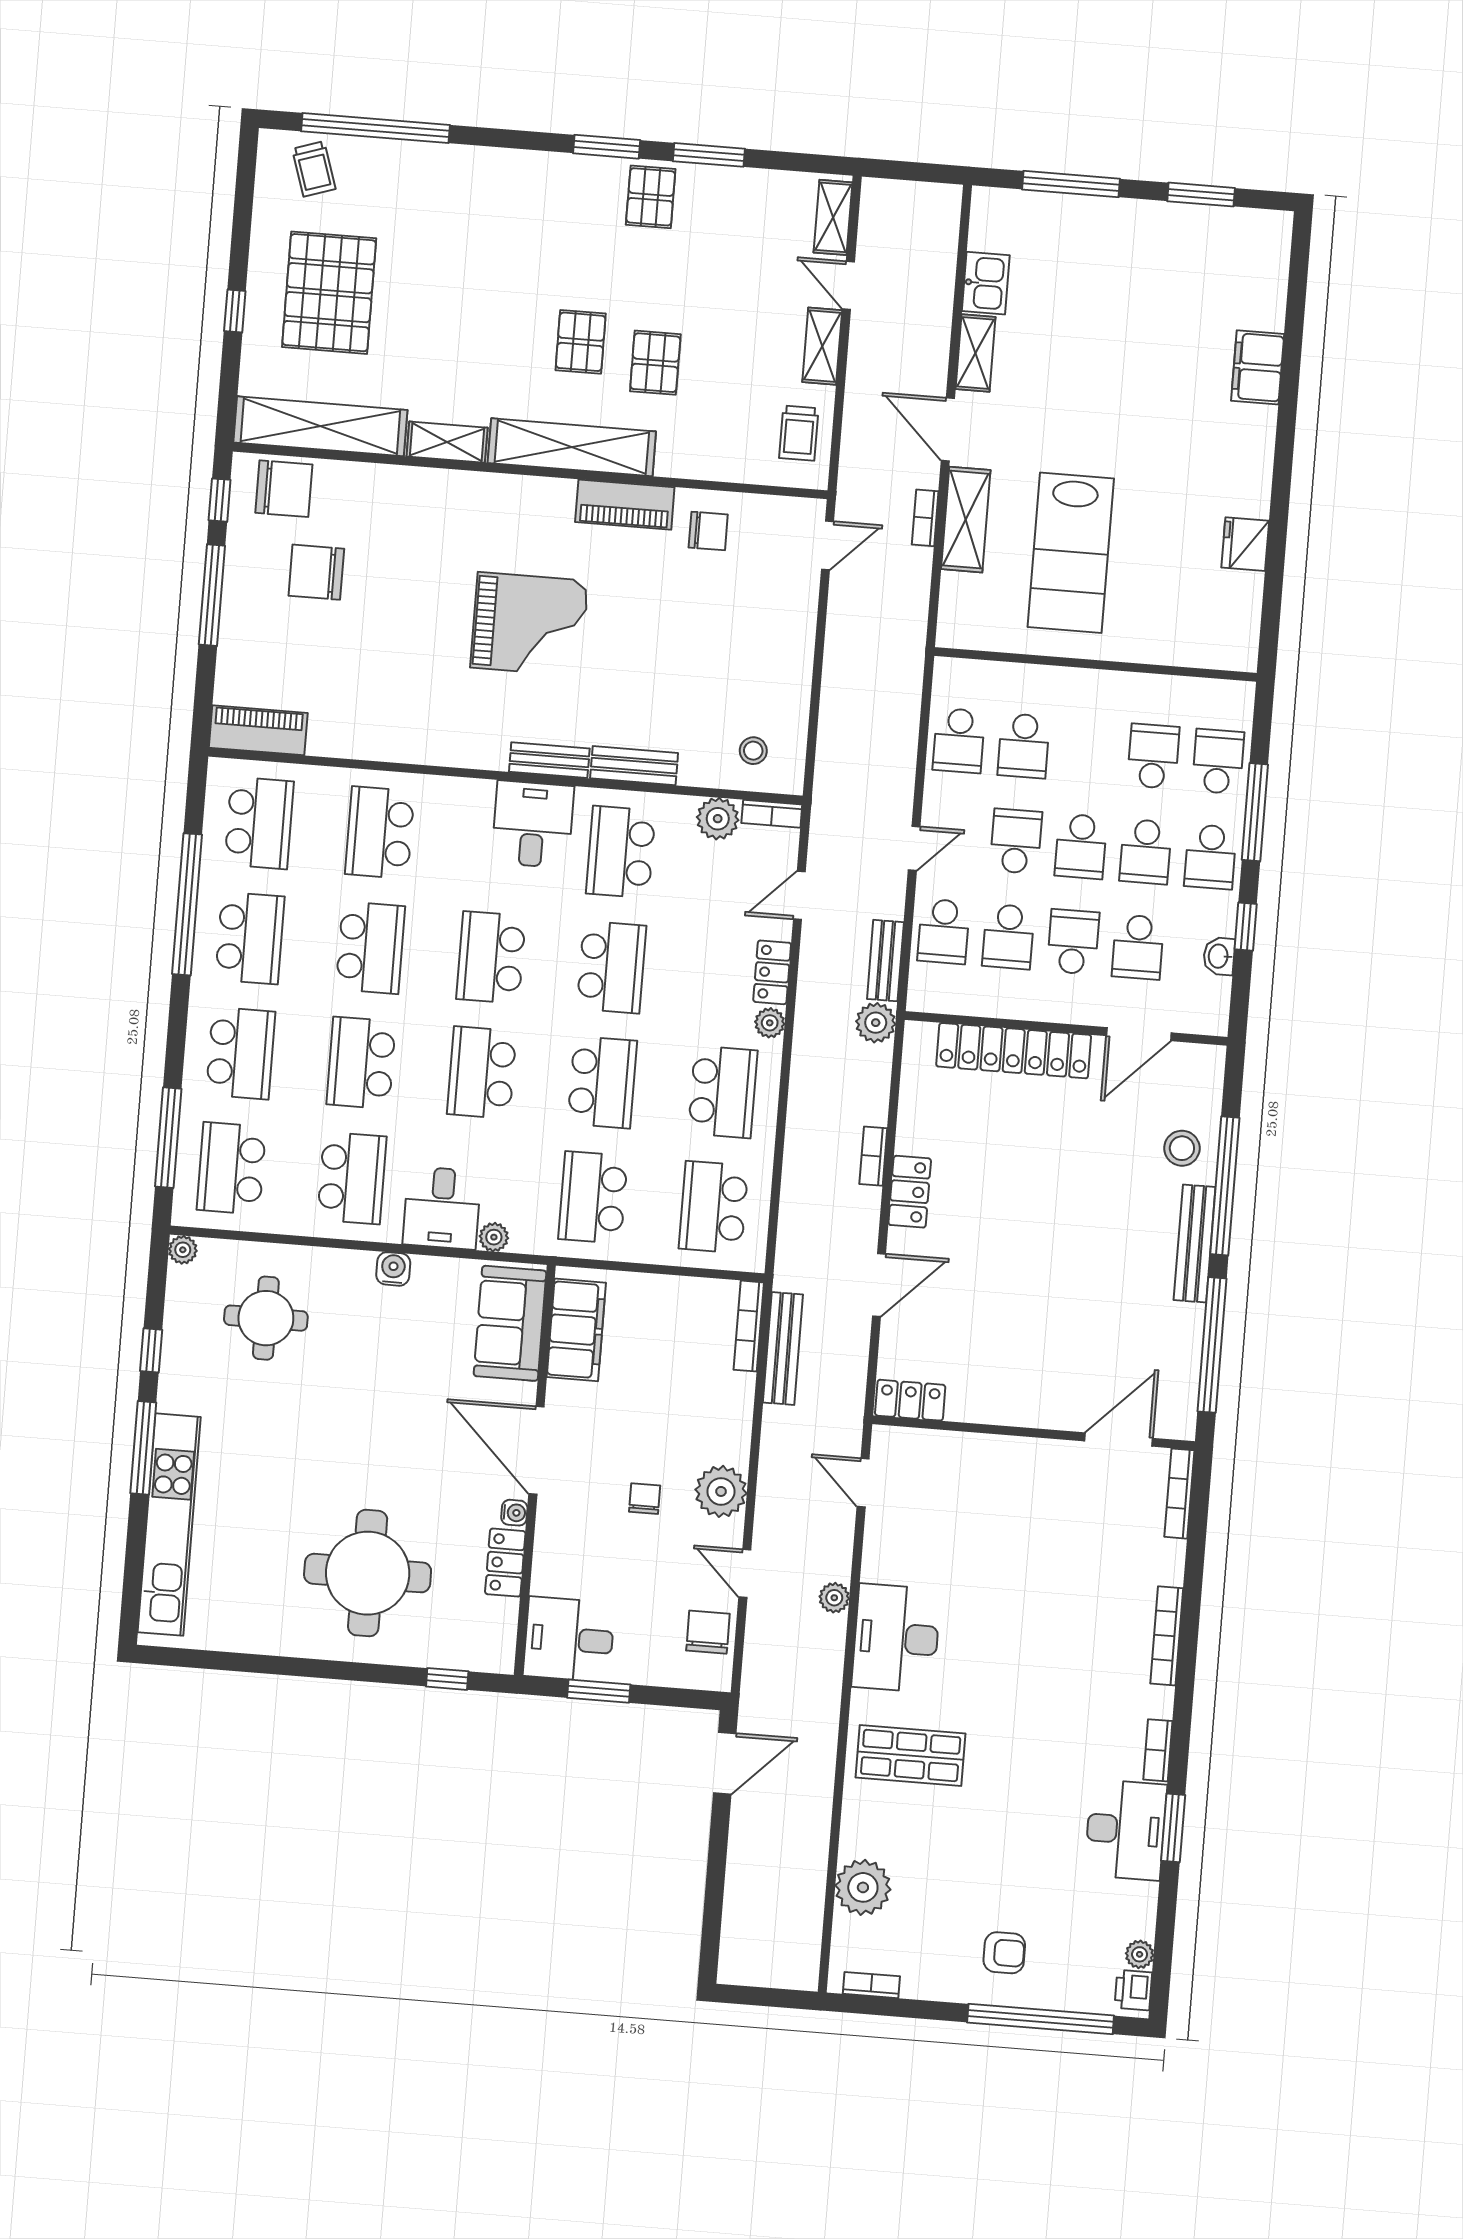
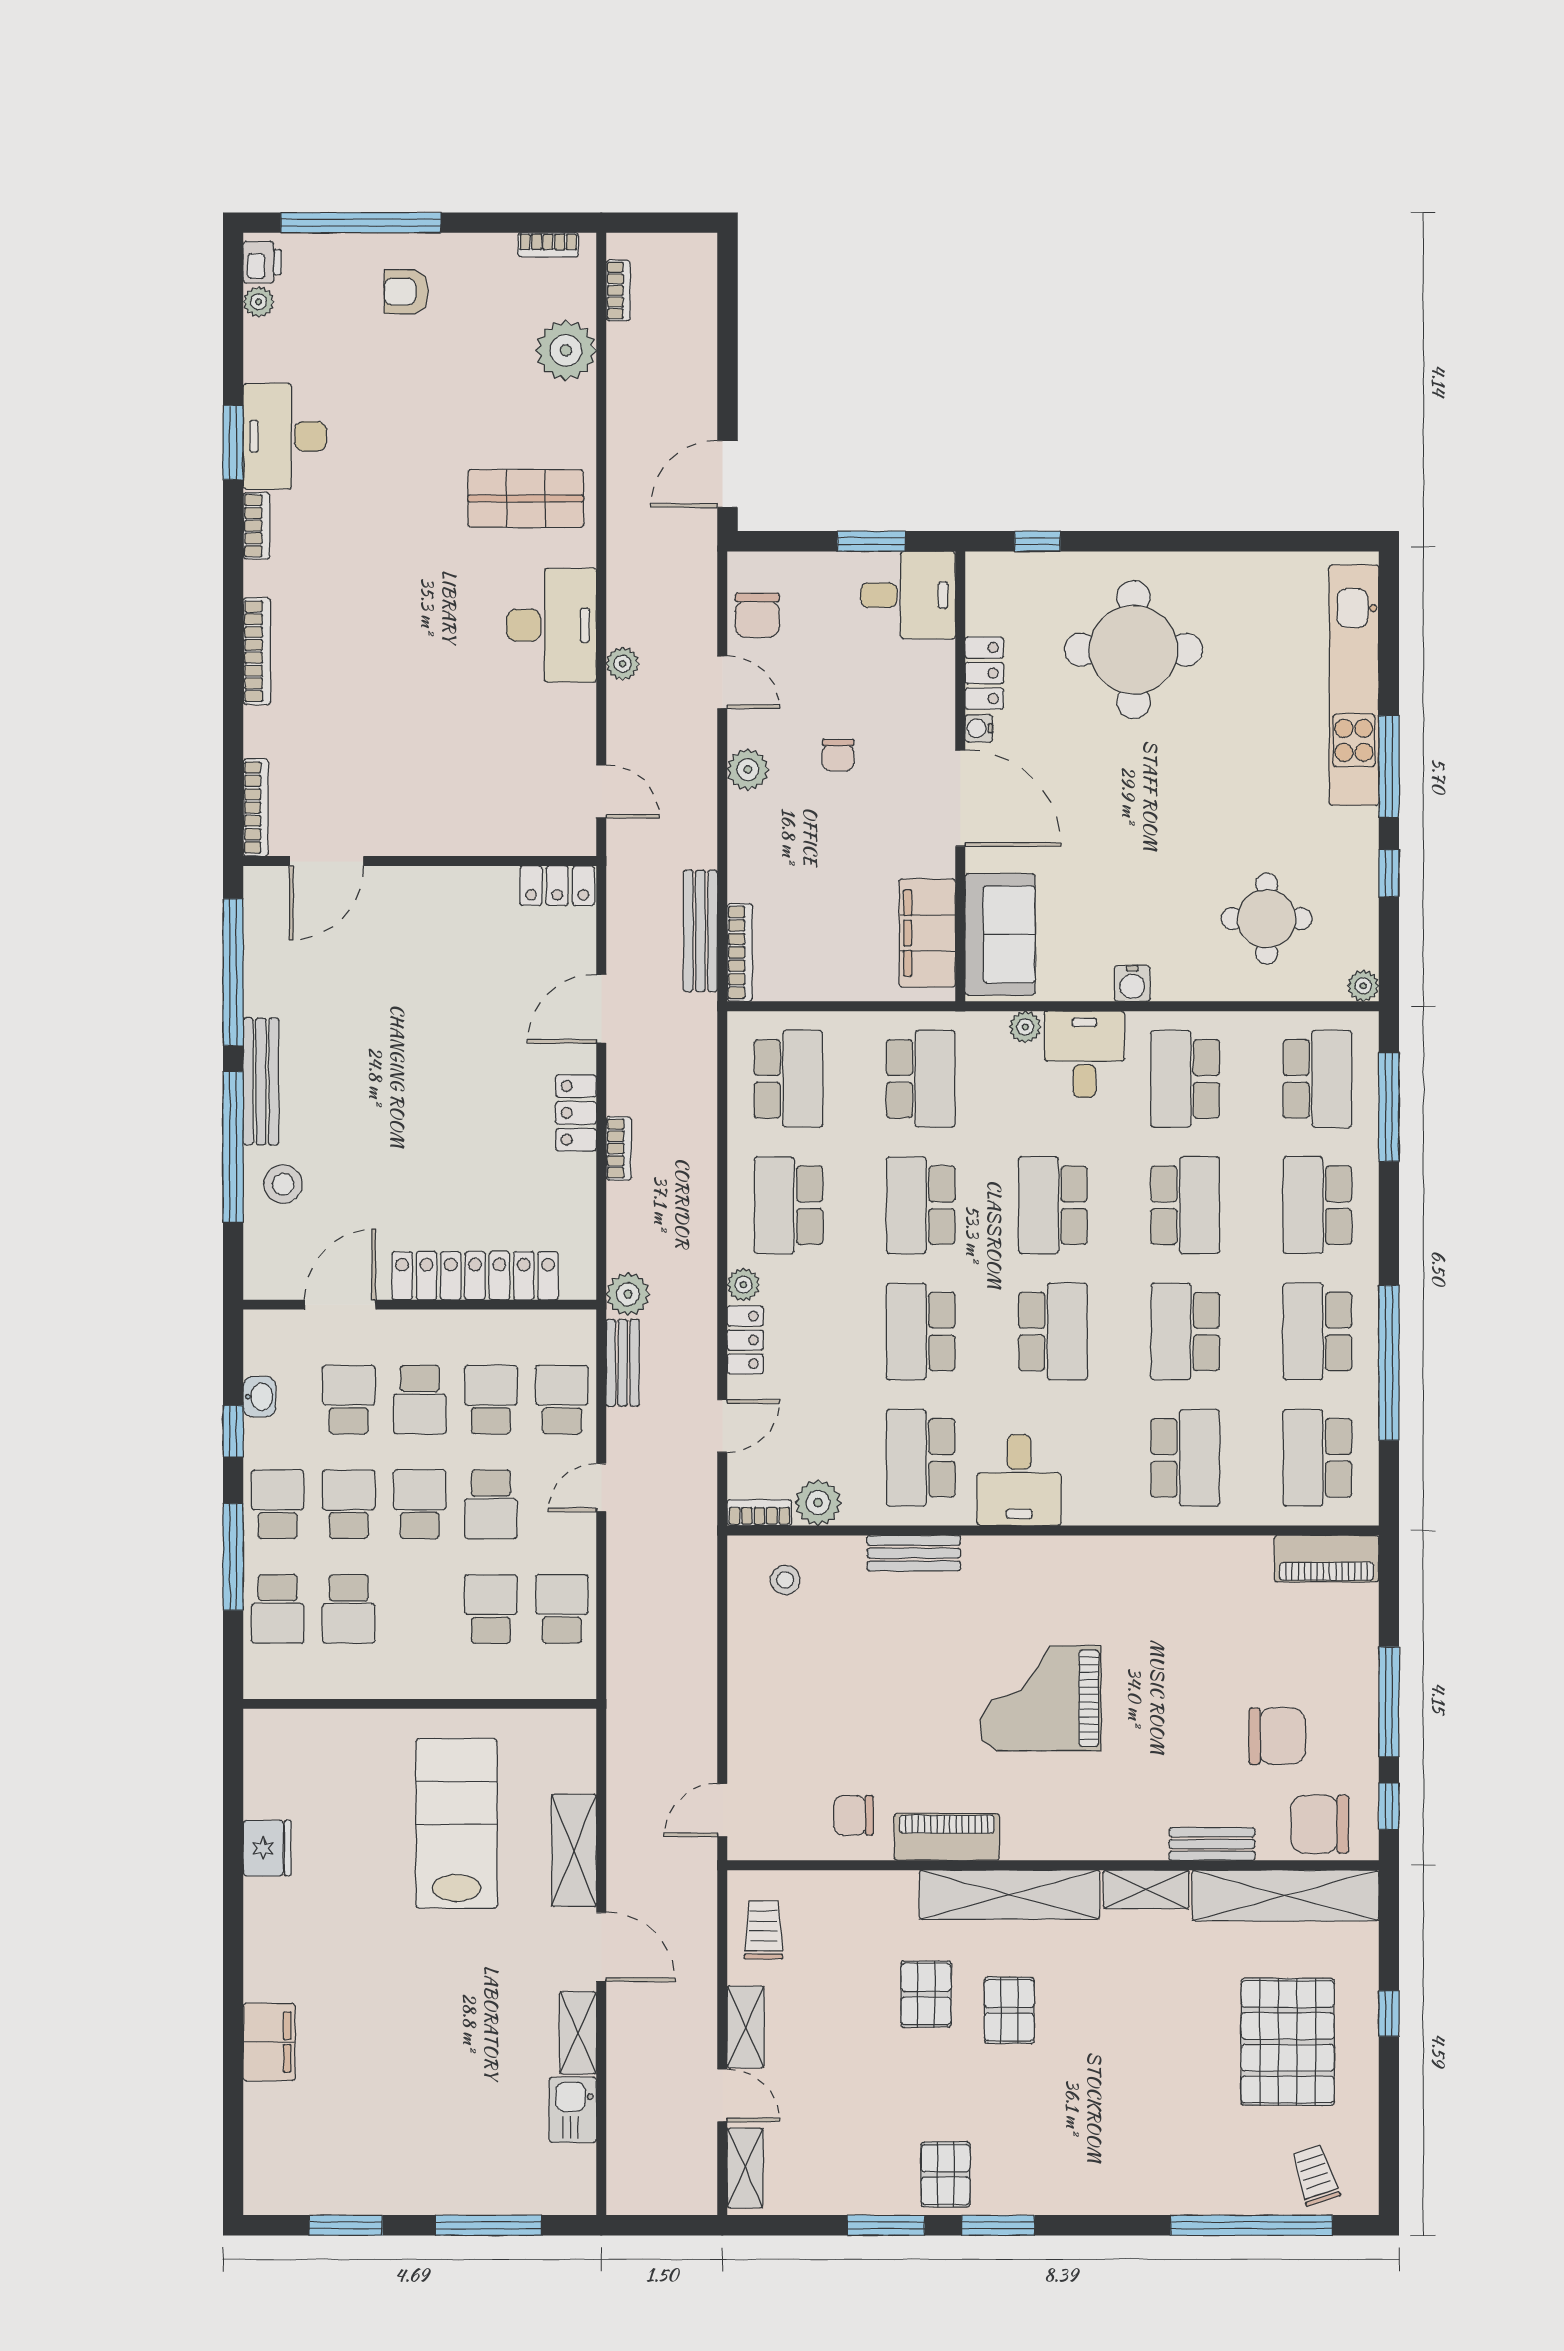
bookcase: (925, 518) -> (618, 290), moved
bench: (549, 760) -> (1212, 1844), moved
school desk: (621, 852) -> (921, 1458), turned 180
school desk: (482, 1073) -> (1053, 1205), turned 180
plant: (721, 1491) -> (748, 770), width x0.73, depth x0.73

